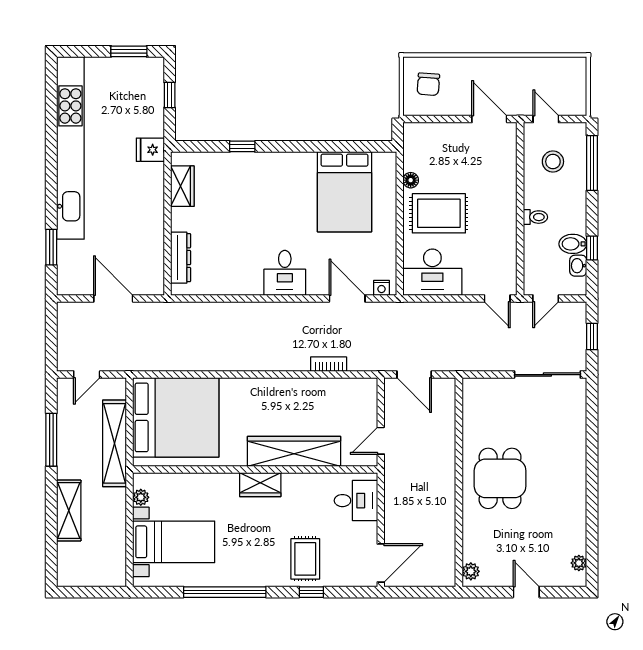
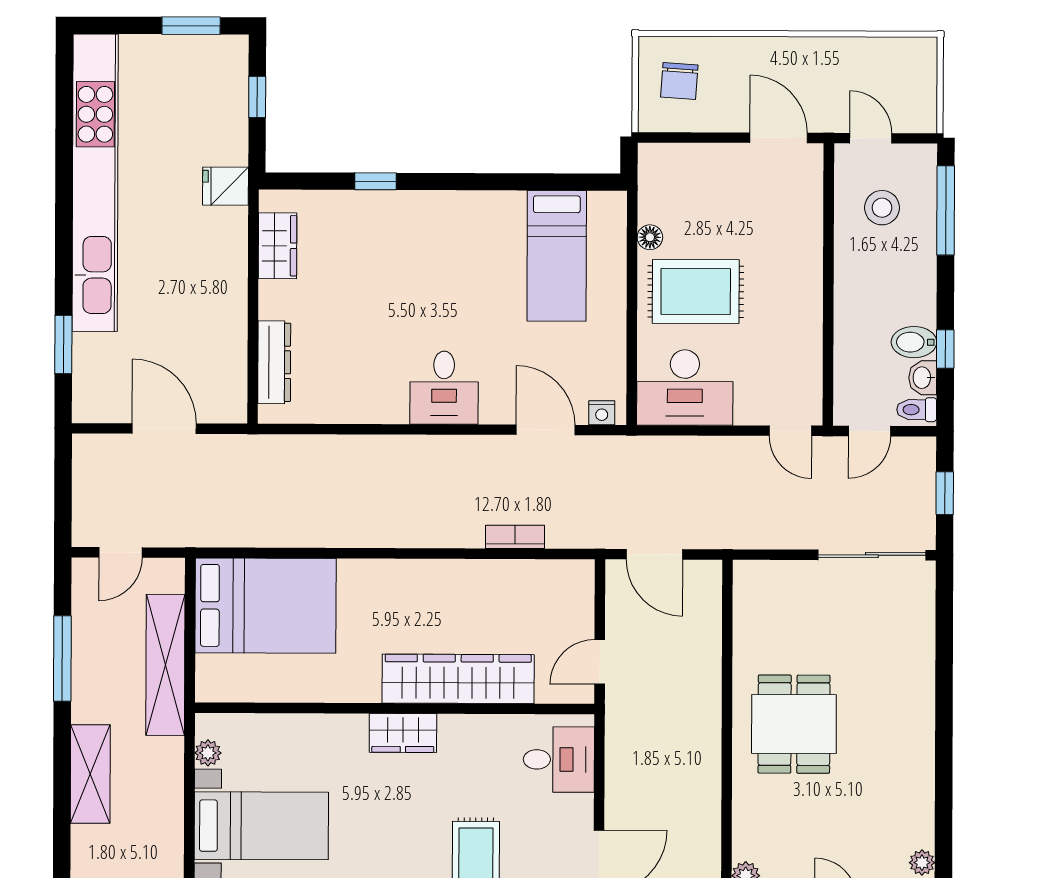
bed: (345, 192) -> (557, 256), width x0.67
toilet: (535, 217) -> (917, 410), moved, turned 180
bed: (176, 417) -> (266, 606), width x0.73

